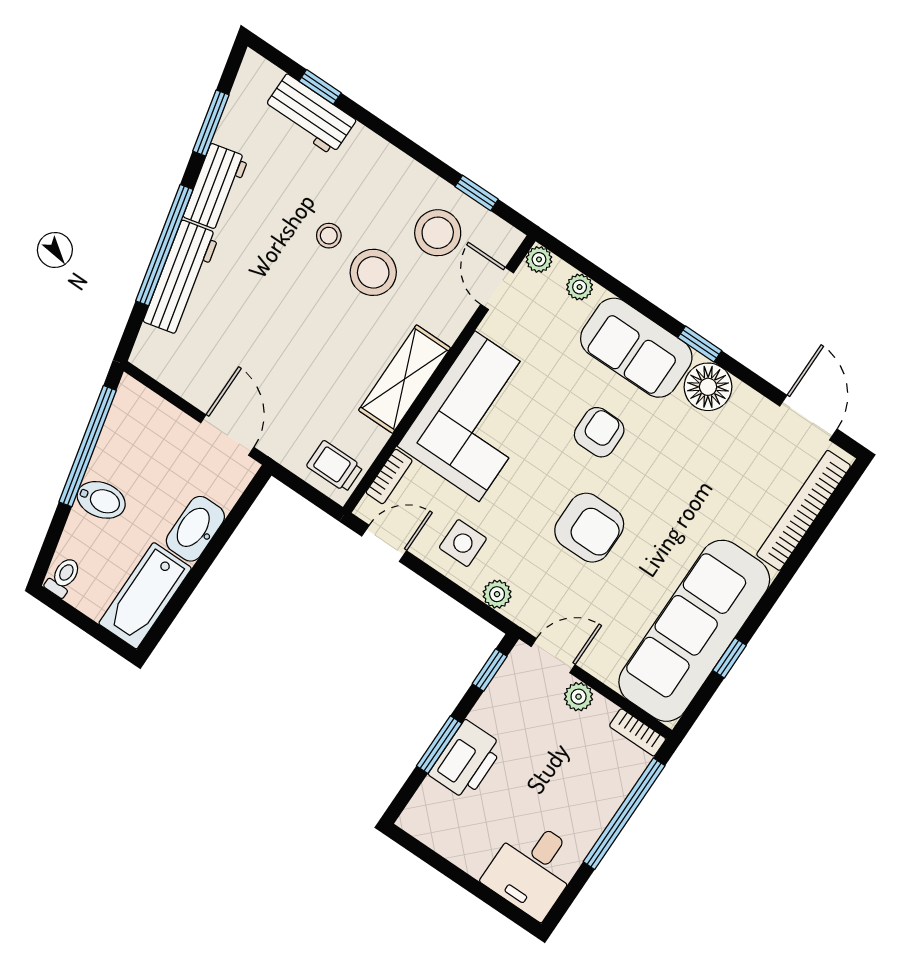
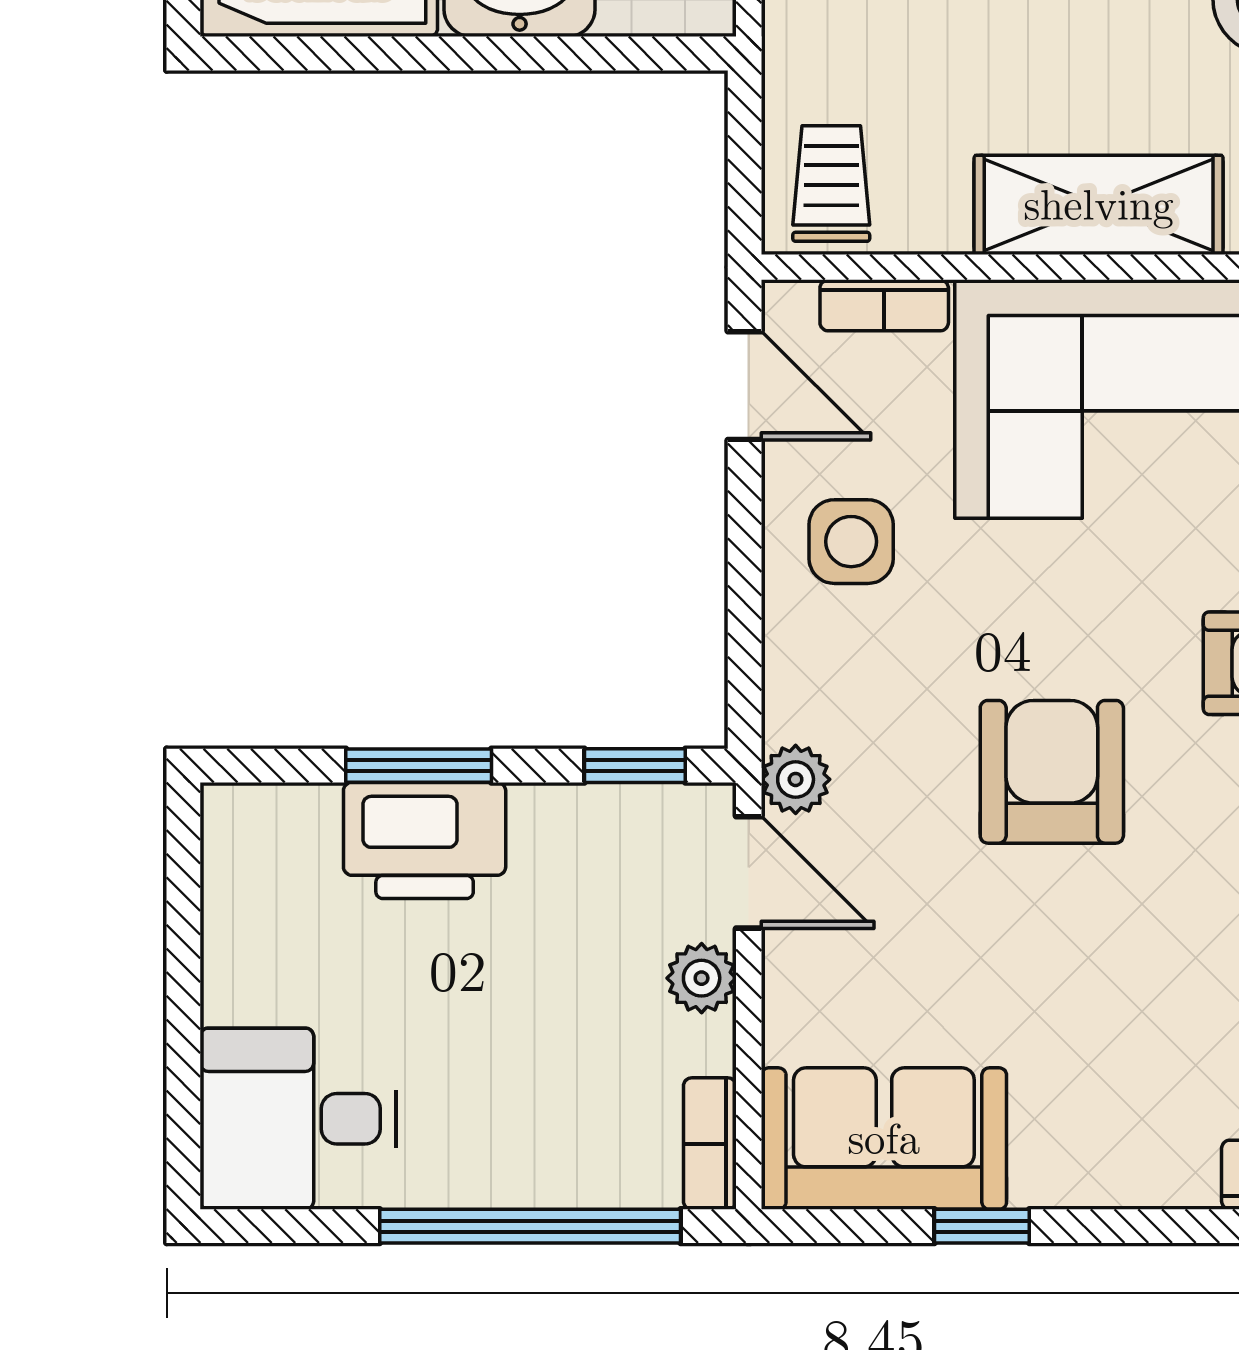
armchair: (589, 528) -> (1052, 772), turned 180
plant: (497, 594) -> (796, 779), moved
sofa: (694, 631) -> (884, 1139), width x0.54, depth x0.79

